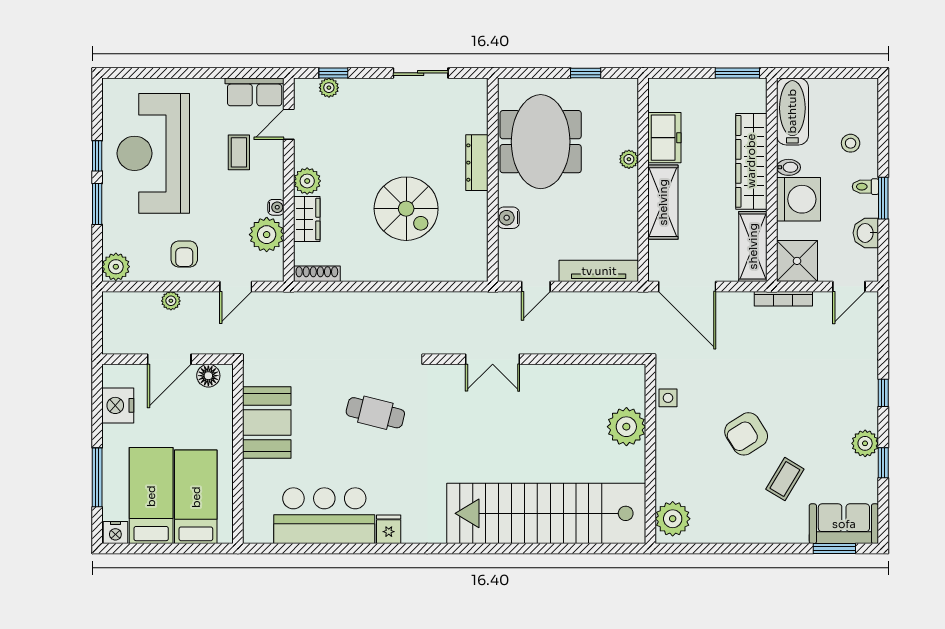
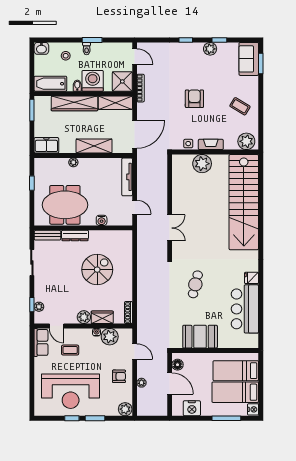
bench: (477, 105) -> (48, 235), added
freezer: (664, 138) -> (46, 145), moved
washbasin: (866, 233) -> (41, 48), moved
armchair: (746, 434) -> (194, 99), moved, turned -148
fireplace: (666, 445) -> (211, 144), added
coffee table: (785, 479) -> (240, 106), moved

